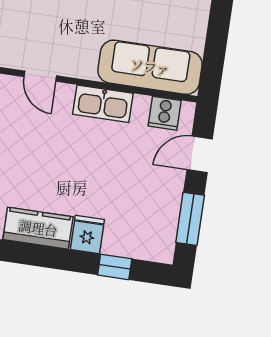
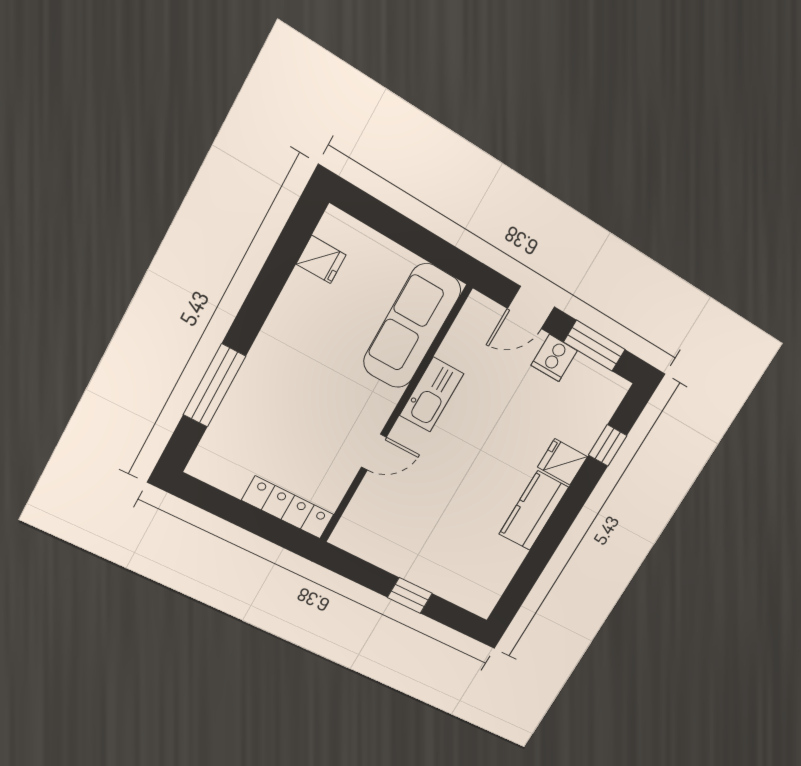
cooker: (165, 113) -> (554, 358), moved, turned 90
door: (200, 154) -> (531, 308), hinge flipped

